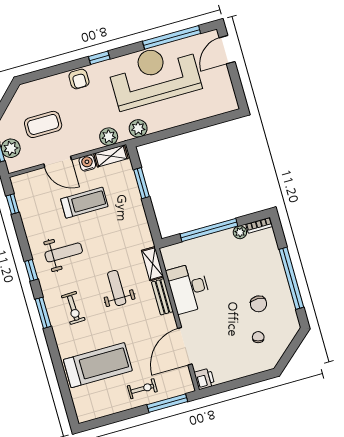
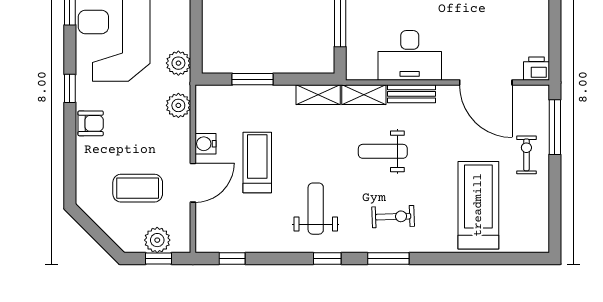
coffee table: (43, 124) -> (138, 188), turned 90
shelving: (111, 156) -> (318, 95), moved, turned 90

